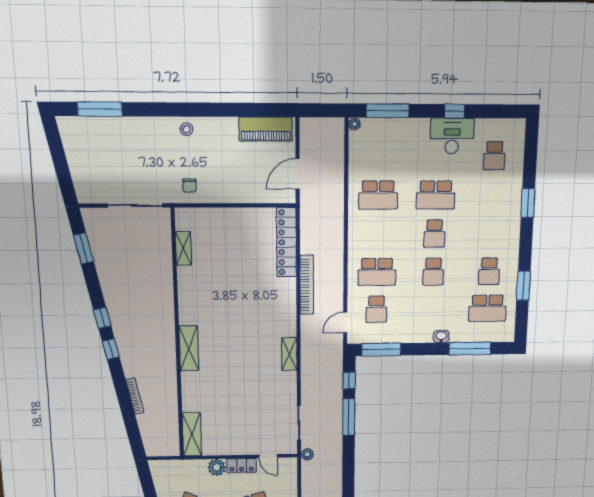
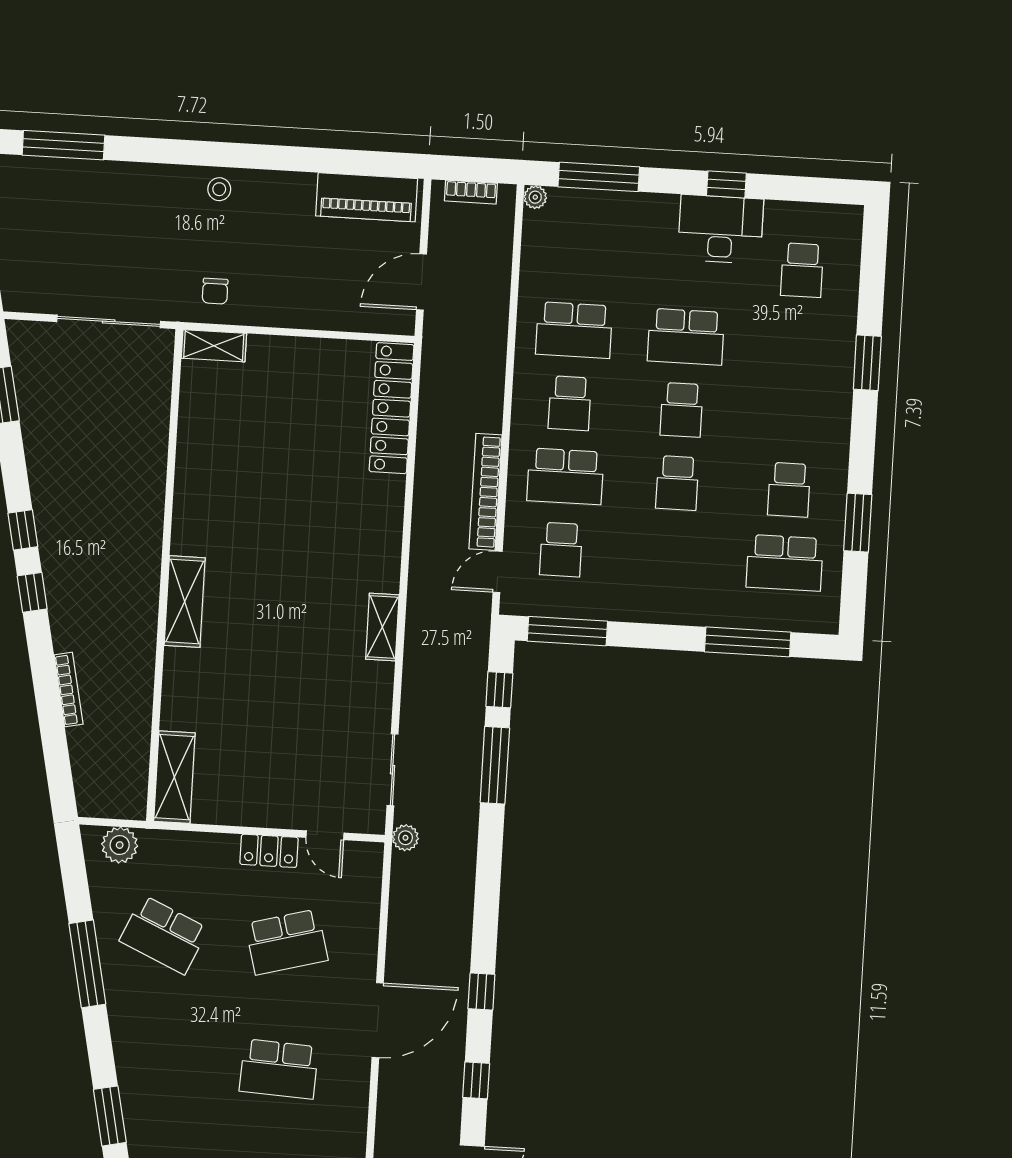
bookcase: (321, 123) -> (471, 192), added
school desk: (377, 234) -> (570, 403), added
shelving: (183, 248) -> (214, 346), moved, turned 90
bookcase: (307, 285) -> (486, 492), moved, turned 180
washbasin: (441, 337) -> (690, 613), removed
plant: (217, 467) -> (120, 845), moved

